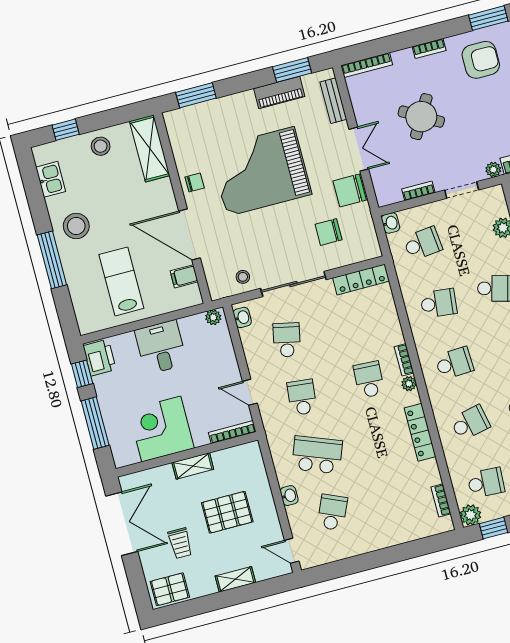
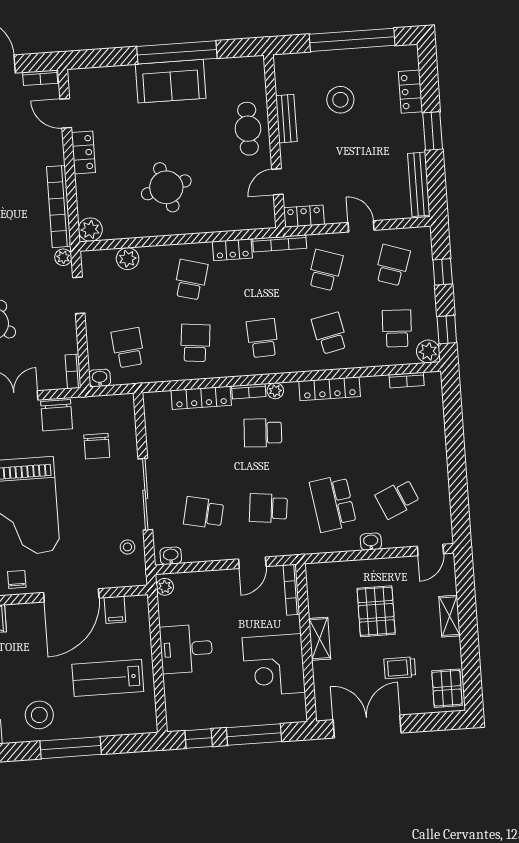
bookcase: (418, 191) -> (73, 371), moved
locker: (361, 279) -> (201, 398), moved, turned 90
printer: (100, 358) -> (185, 717), removed
school desk: (317, 455) -> (333, 503), turned -30
school desk: (332, 512) -> (398, 499), turned -48
trolley: (180, 543) -> (400, 668), turned 180

